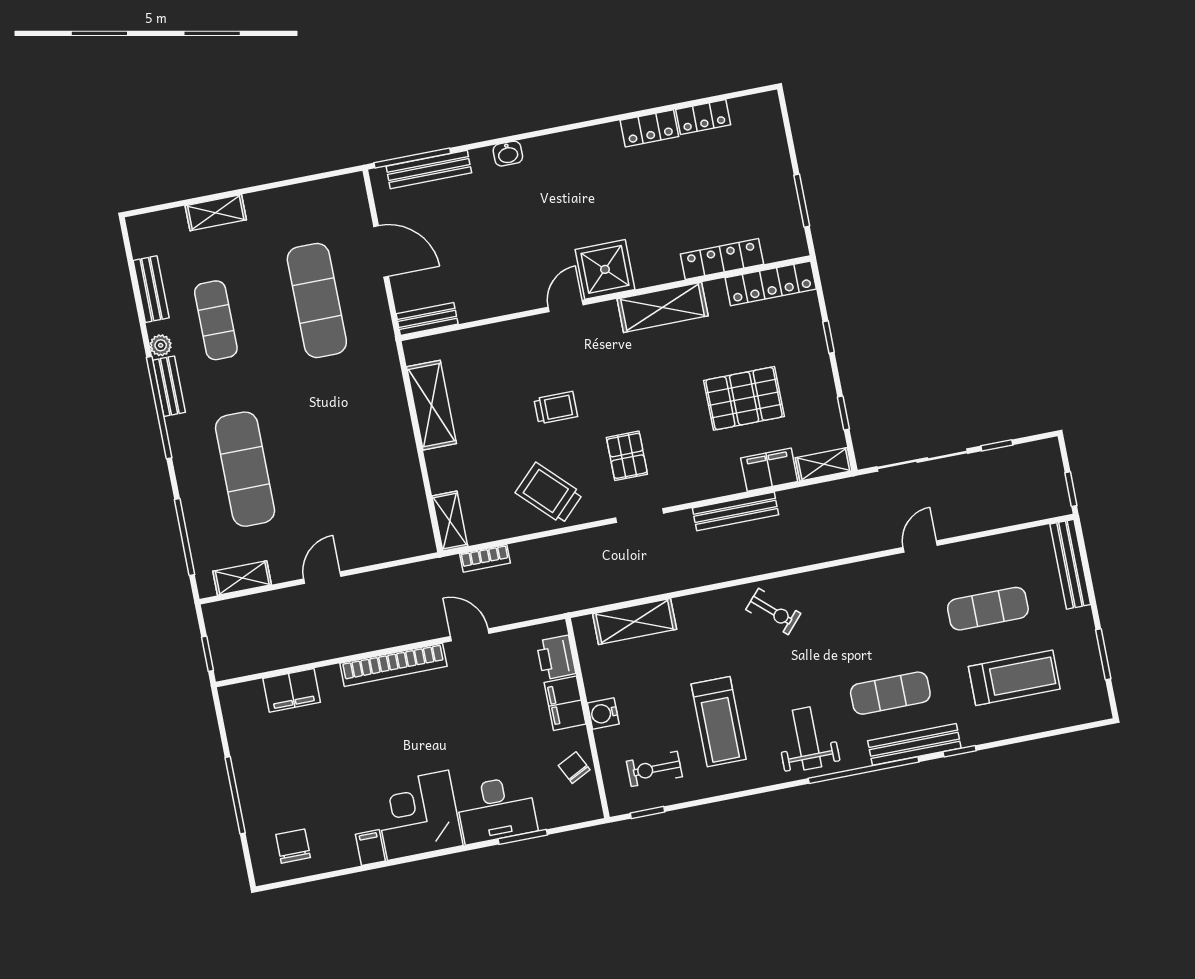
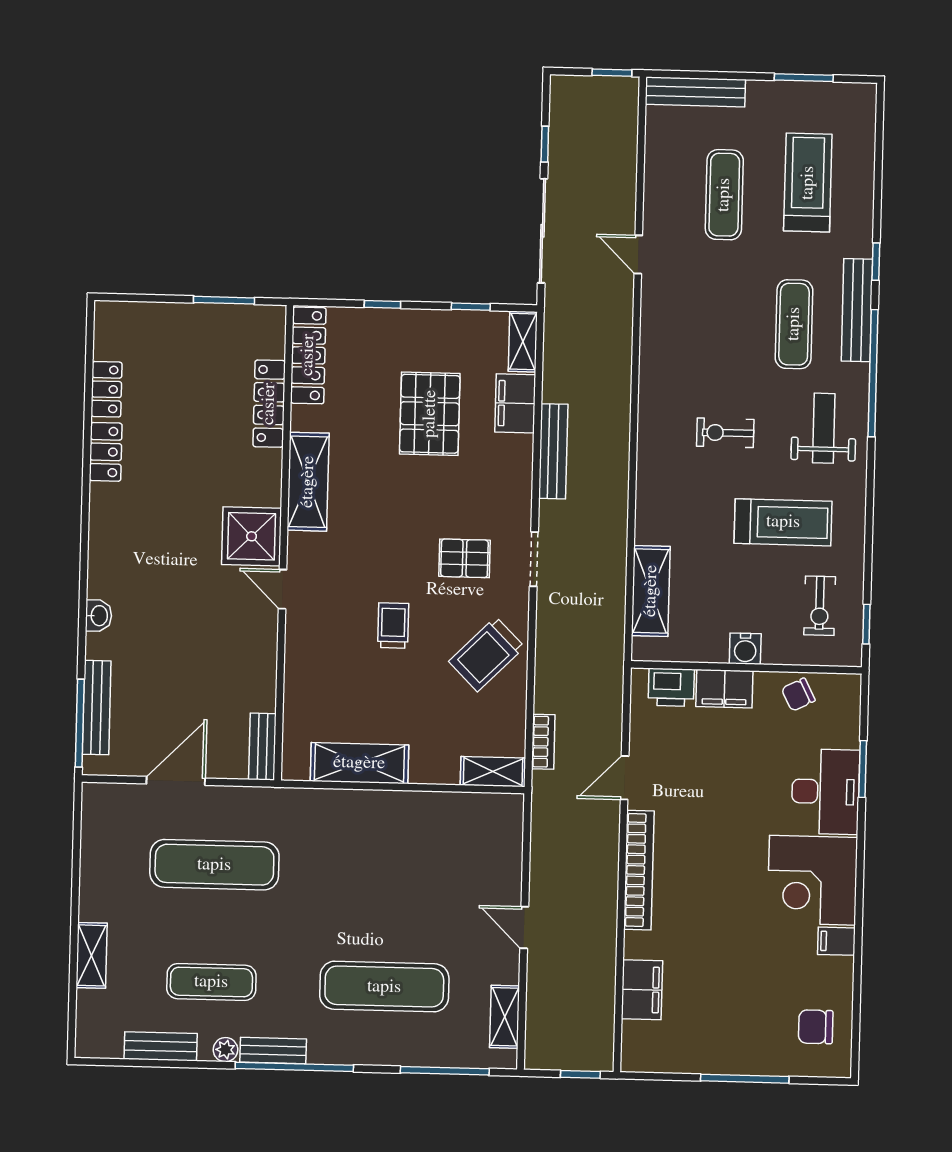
exercise bike: (773, 611) -> (725, 433), moved, turned -132
weight bench: (807, 738) -> (824, 428), turned 90

